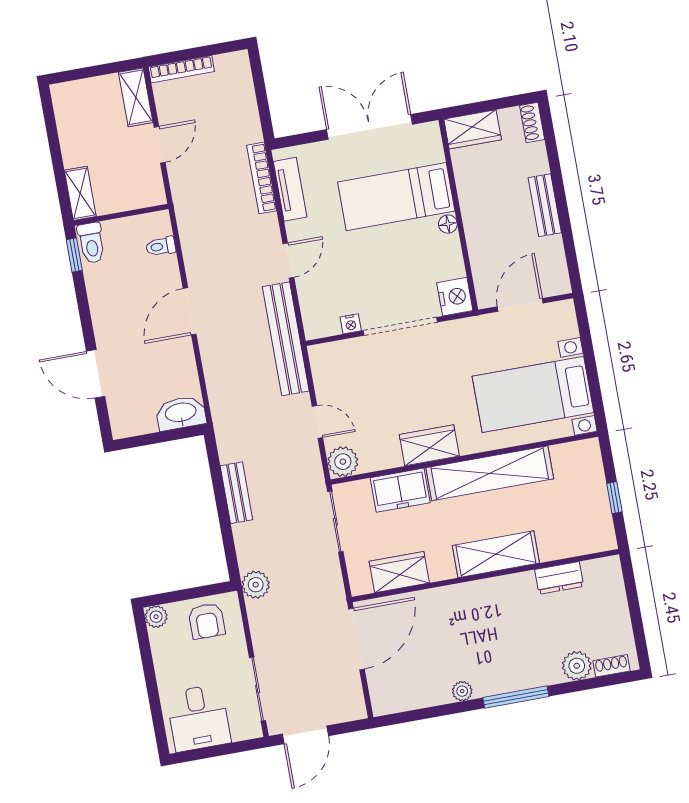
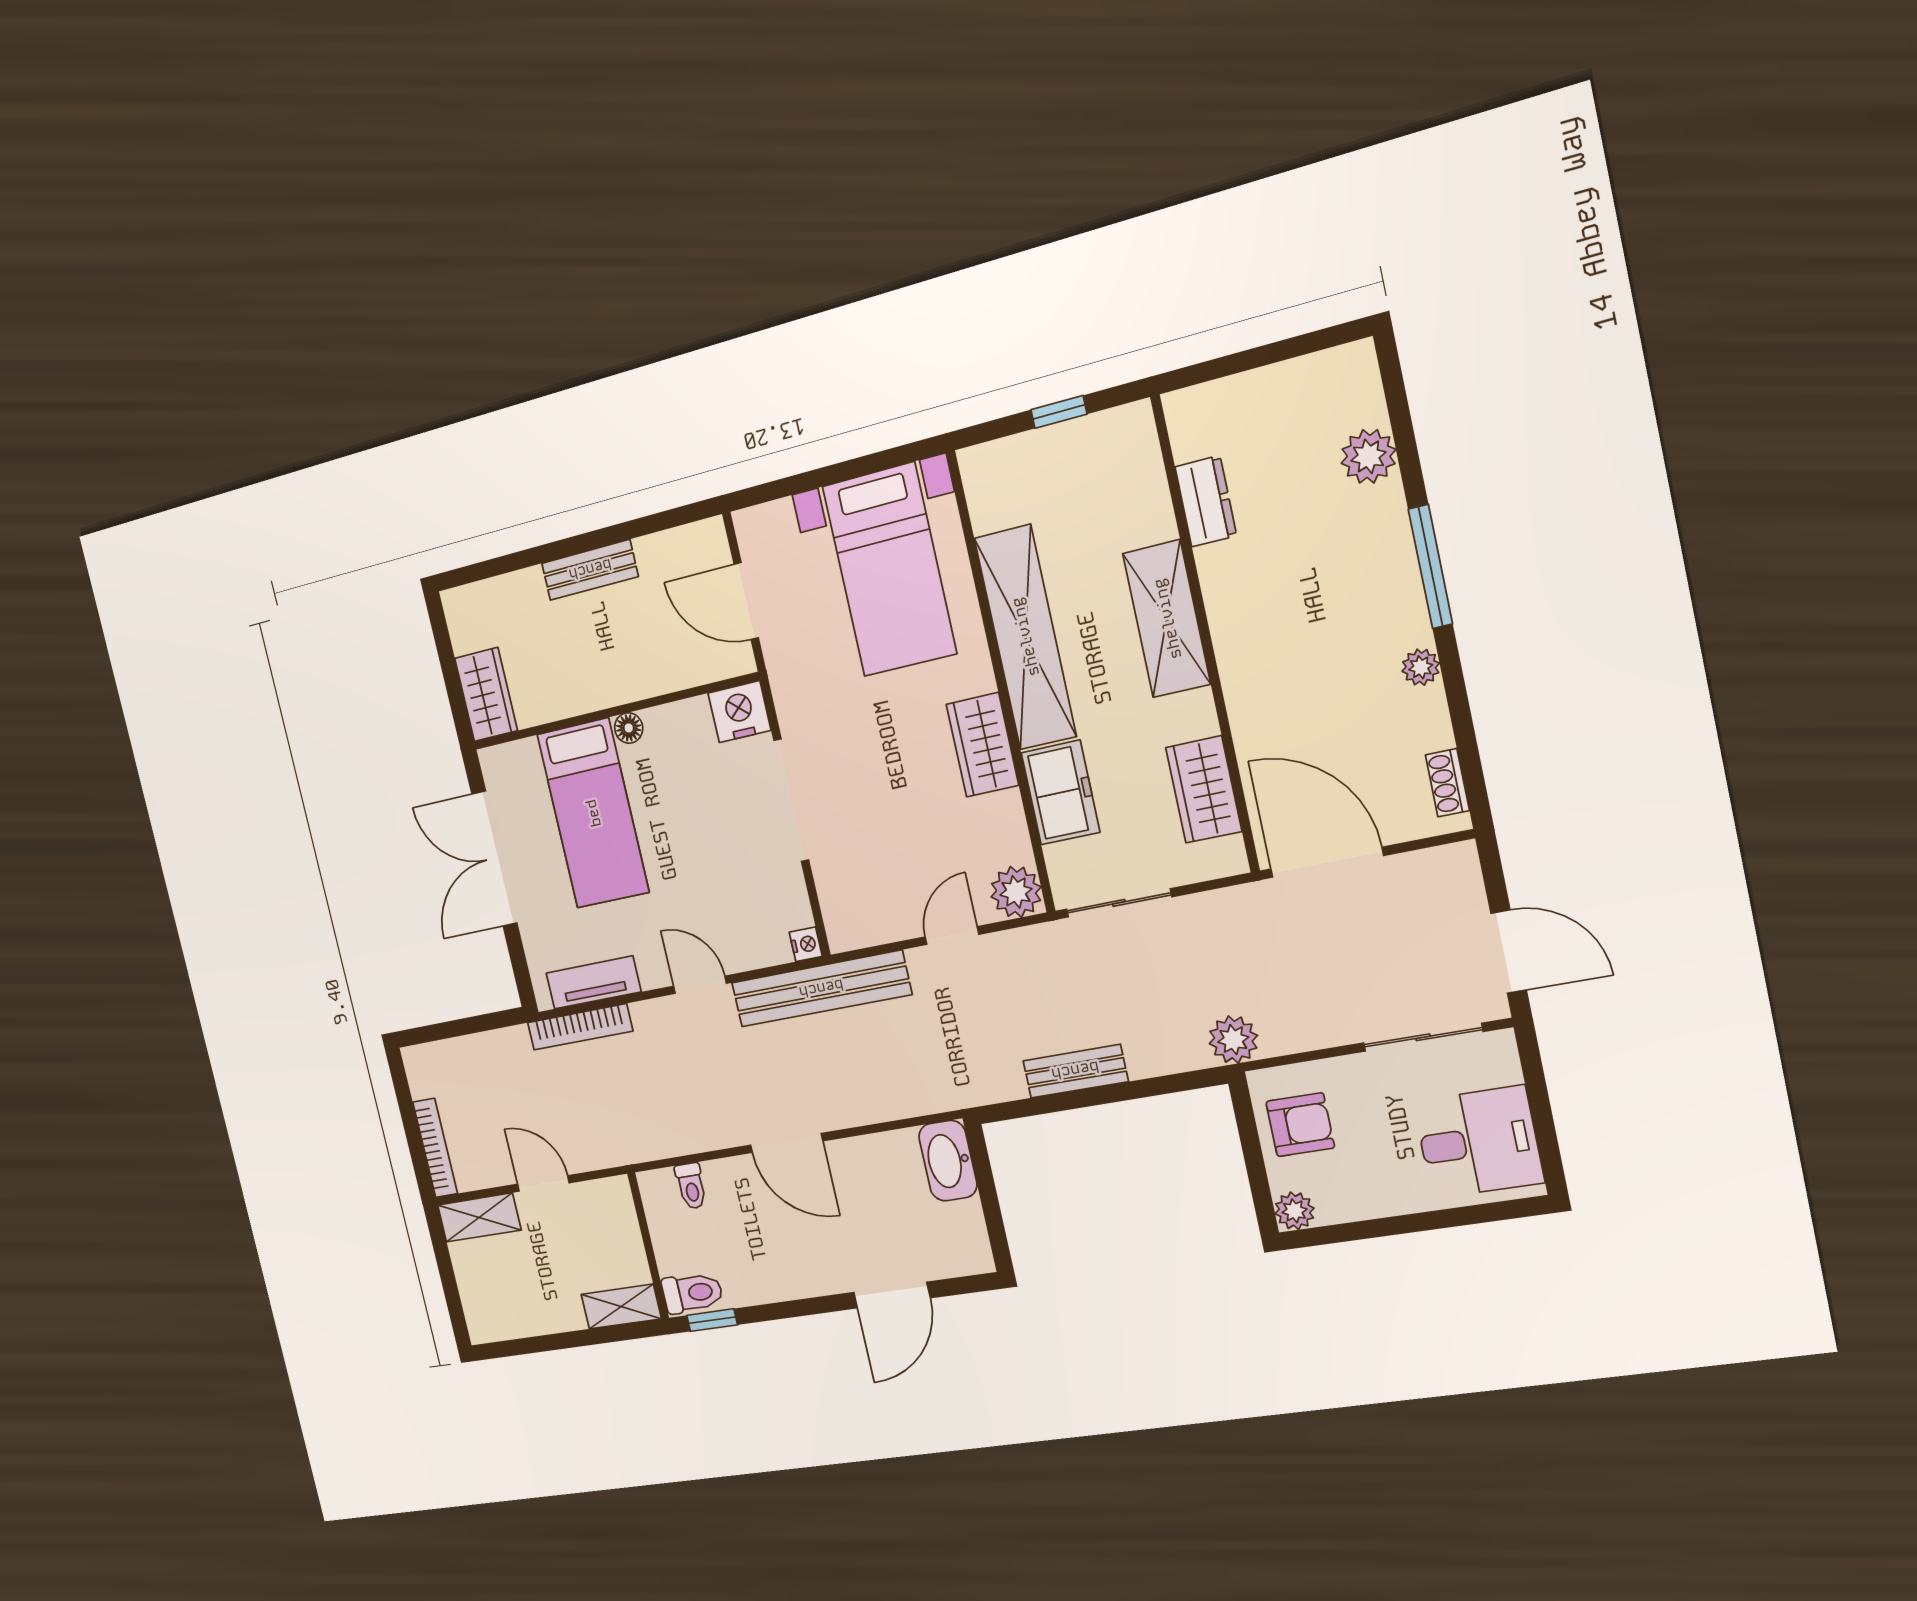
shoe rack: (532, 122) -> (469, 599), removed
nightstand: (351, 324) -> (806, 944), moved
shoe rack: (611, 666) -> (1447, 783), moved

